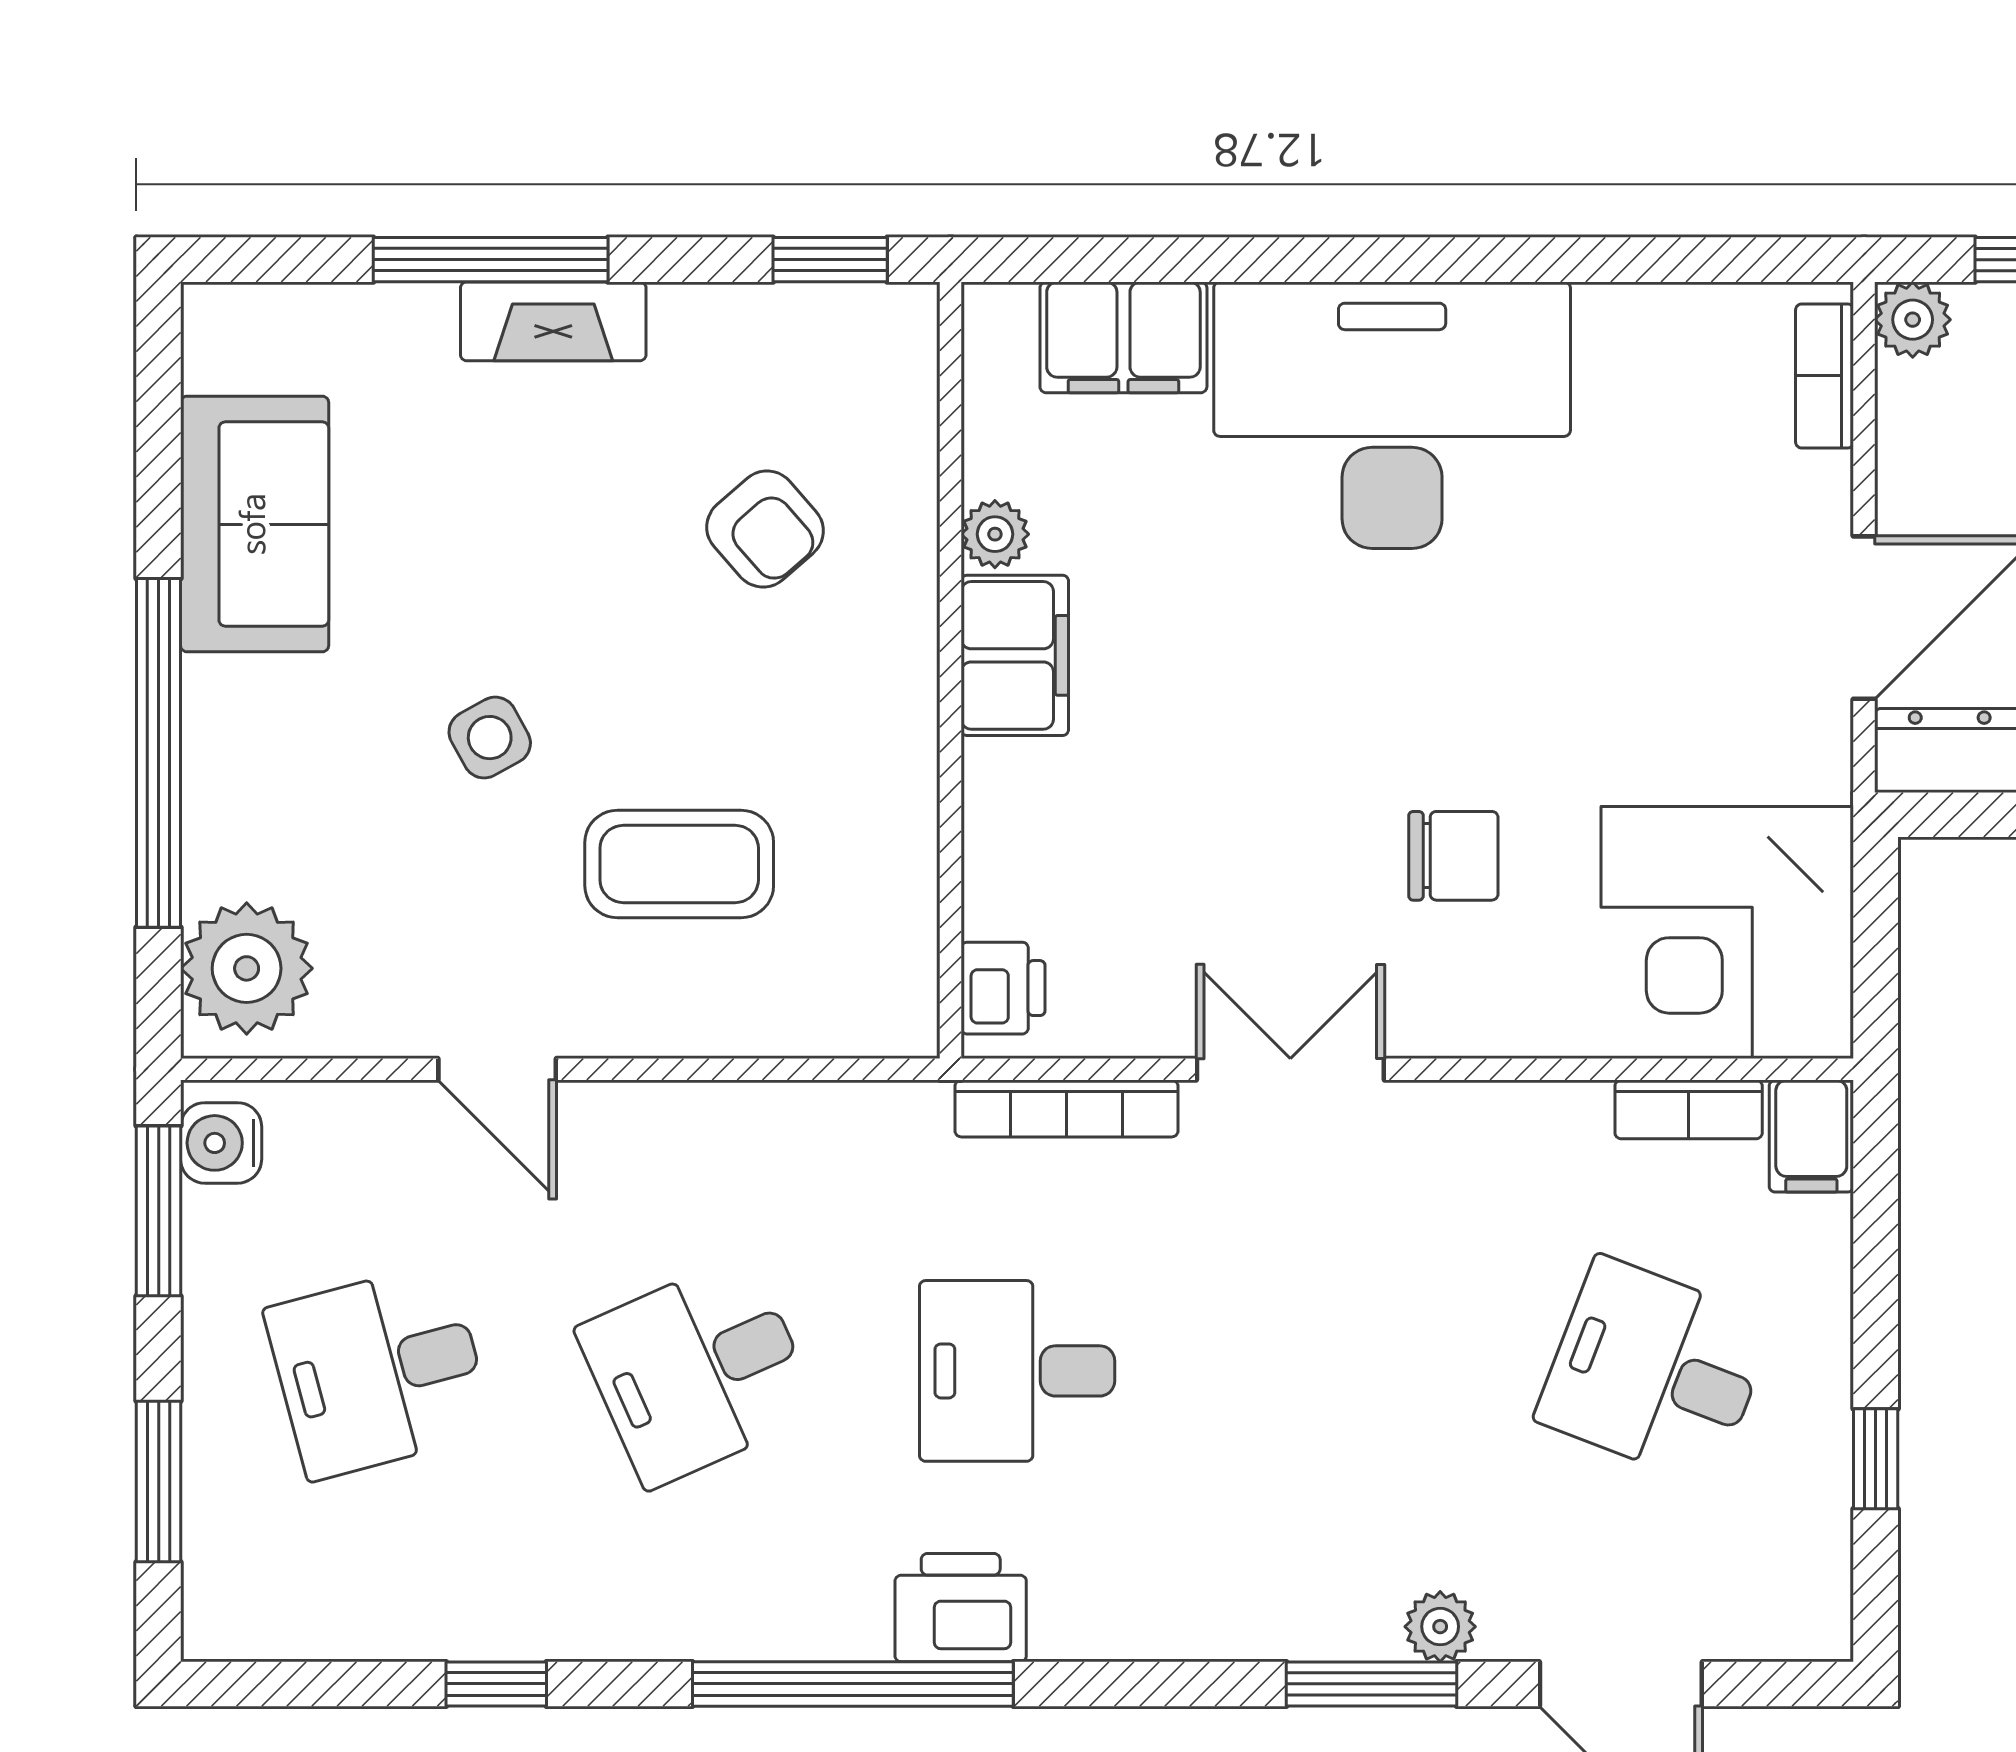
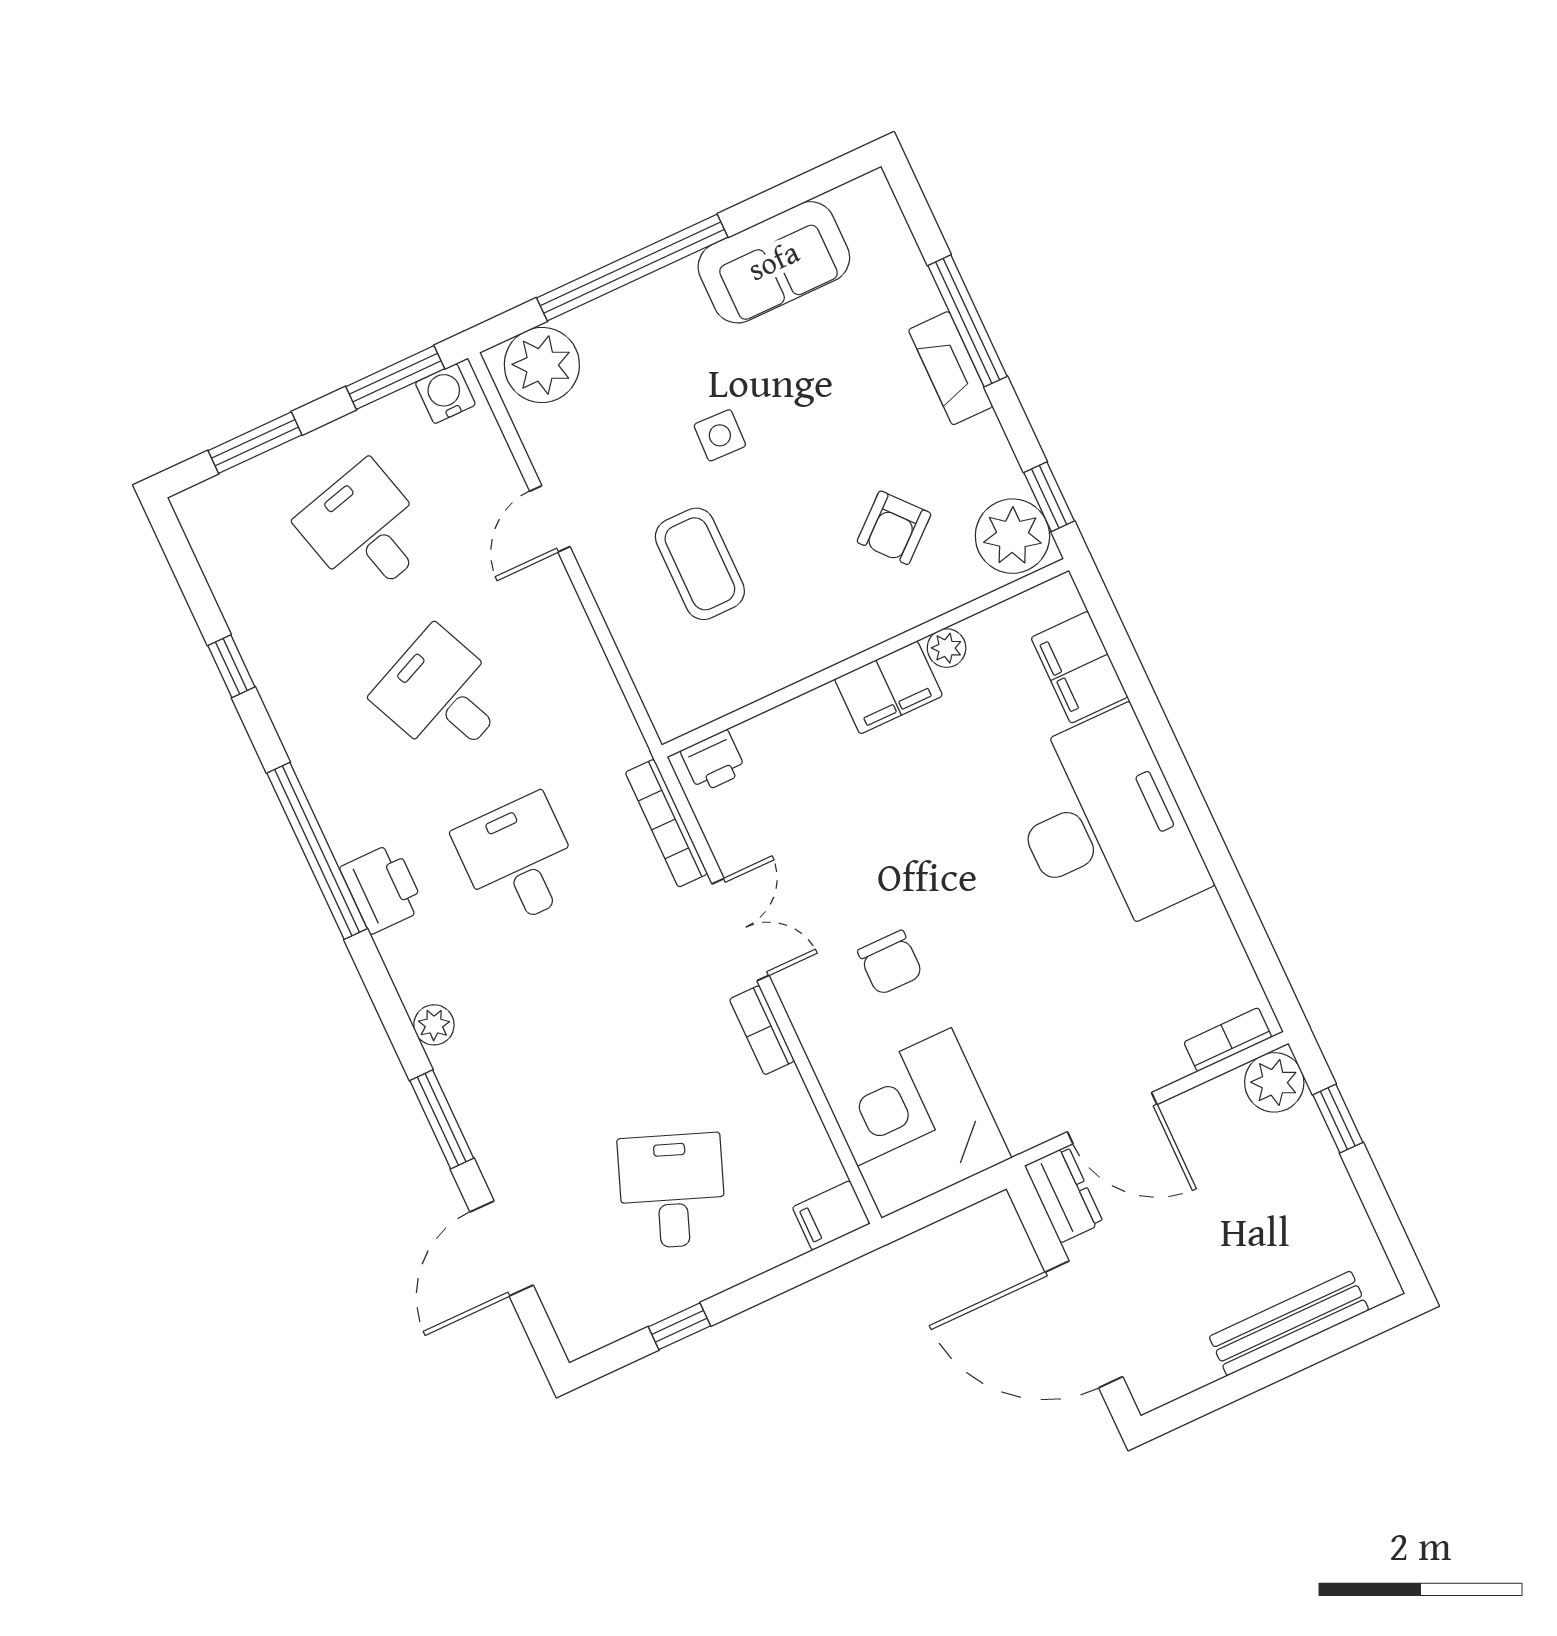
plant: (1913, 320) -> (1274, 1082), width x1.38, depth x1.38
plant: (866, 347) -> (1012, 536), added
side table: (490, 738) -> (720, 435), turned 31
bookcase: (1689, 1109) -> (762, 1030), moved
plant: (1440, 1627) -> (434, 1025), moved

